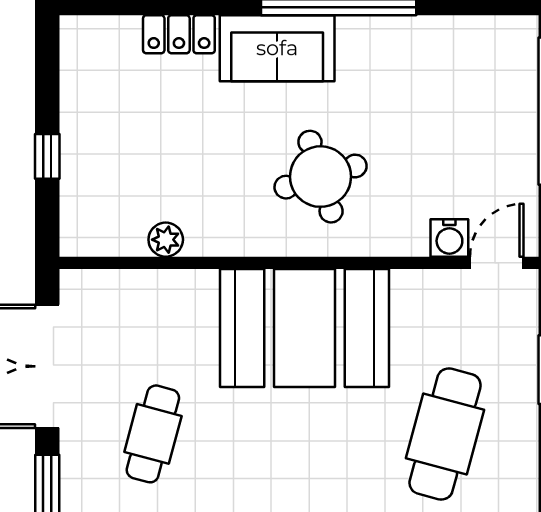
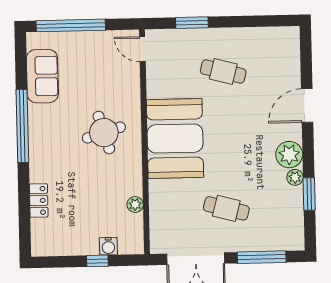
sofa: (277, 48) -> (42, 76), moved
water cooler: (449, 238) -> (108, 246), moved, turned 90
cafe table: (445, 434) -> (223, 71), width x0.73, depth x0.74

